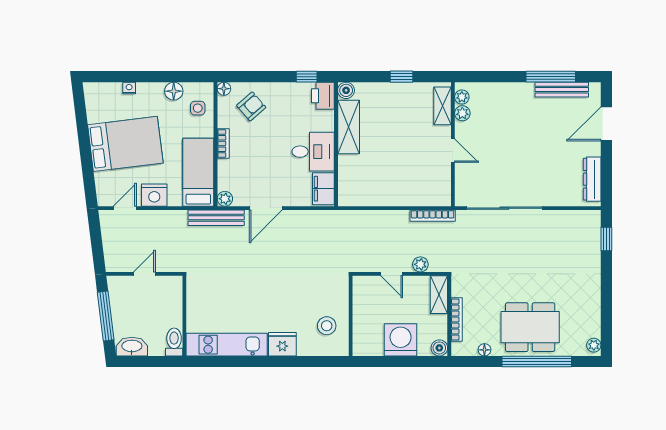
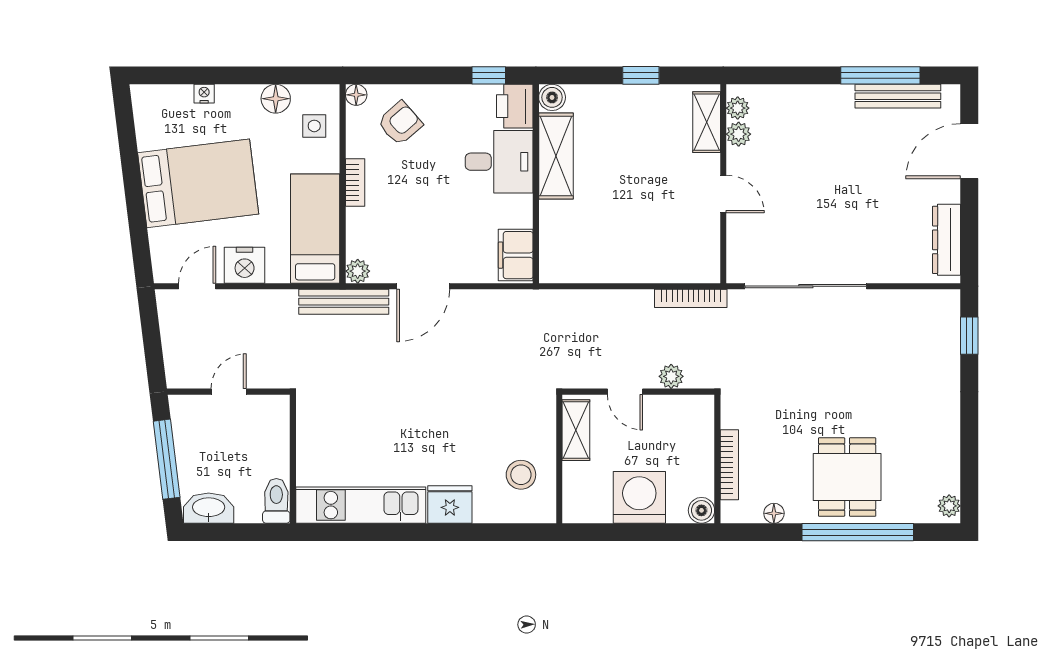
desk: (313, 152) -> (499, 162), moved
shelving: (439, 295) -> (576, 430), moved
dining table: (530, 327) -> (847, 477), width x0.73

